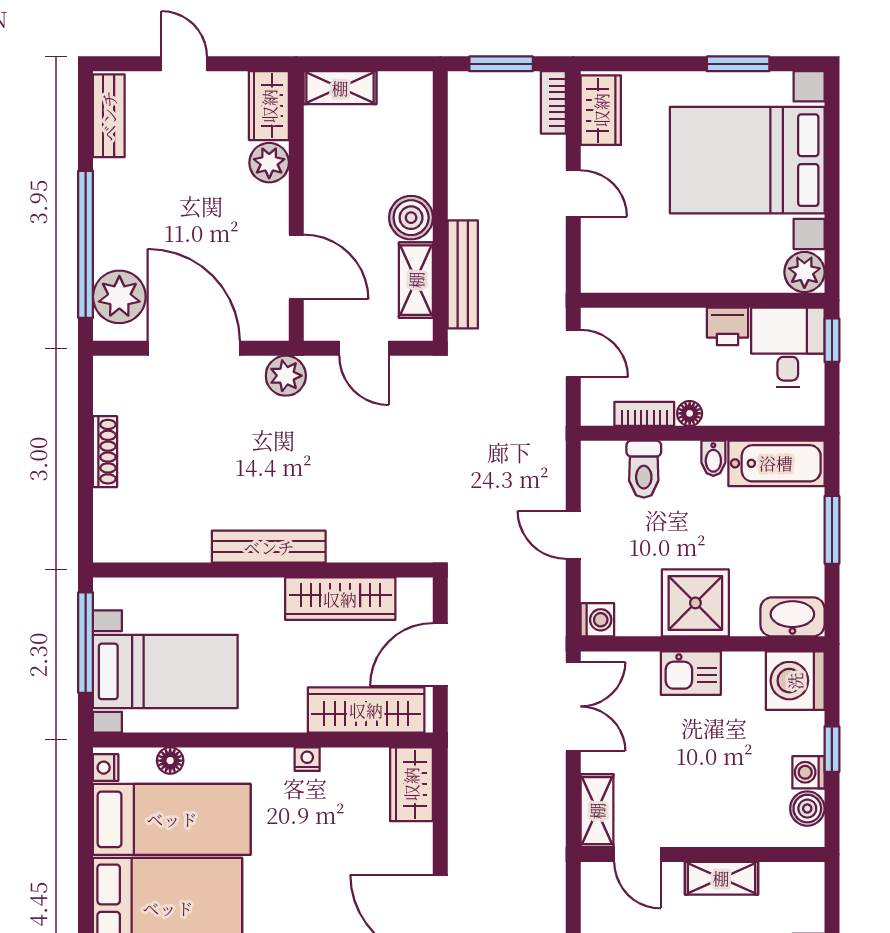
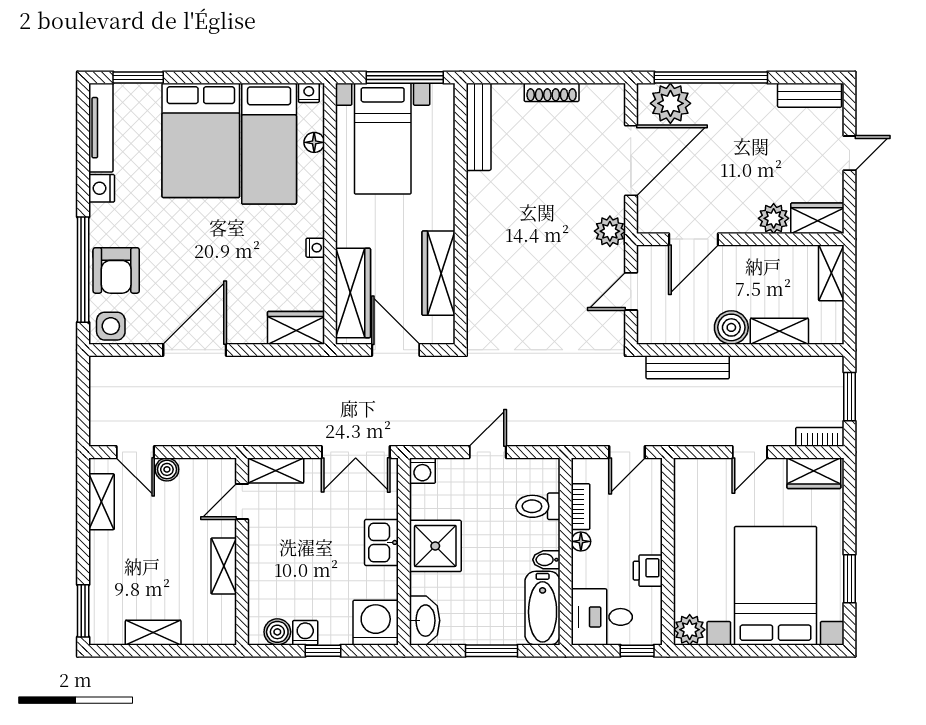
shelving: (416, 280) -> (779, 331), moved
desk: (788, 347) -> (602, 617), moved, turned 180
bench: (269, 547) -> (479, 127), moved

